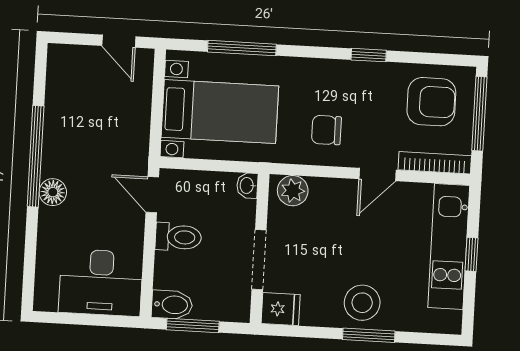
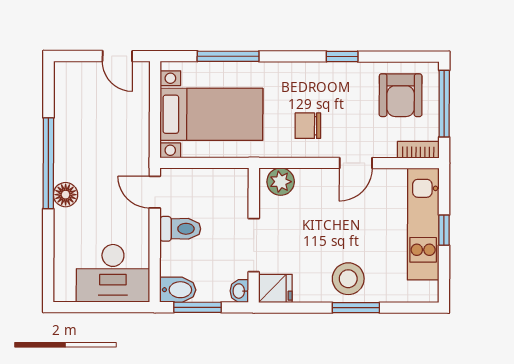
armchair: (431, 102) -> (401, 95), turned 90
bookcase: (435, 163) -> (418, 150), width x0.64
washbasin: (247, 186) -> (239, 291), moved

